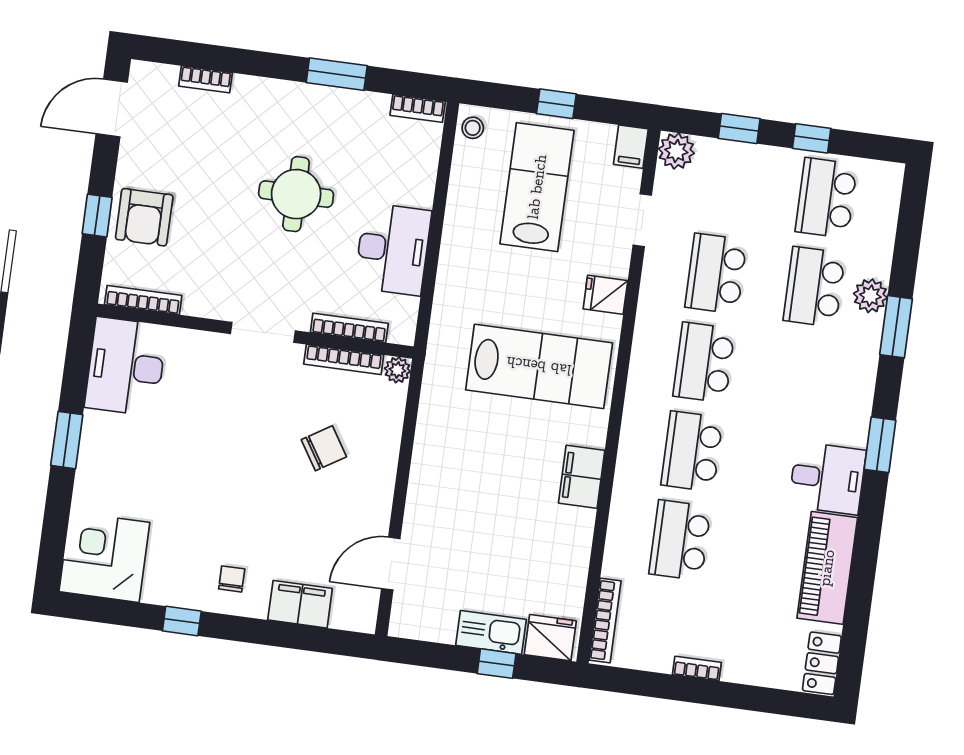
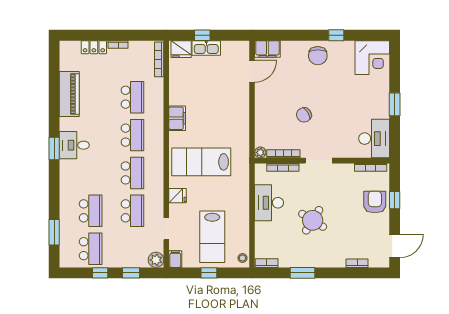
round table: (296, 194) -> (313, 220), turned 32
plant: (870, 296) -> (67, 210), removed
window: (896, 327) -> (54, 232), moved
chair: (324, 448) -> (304, 115), moved
desk: (827, 478) -> (74, 145), moved
chair: (232, 579) -> (318, 56), width x1.87, depth x1.87
filing cabinet: (300, 604) -> (267, 49), moved
locker: (822, 663) -> (94, 47), moved, turned 90

